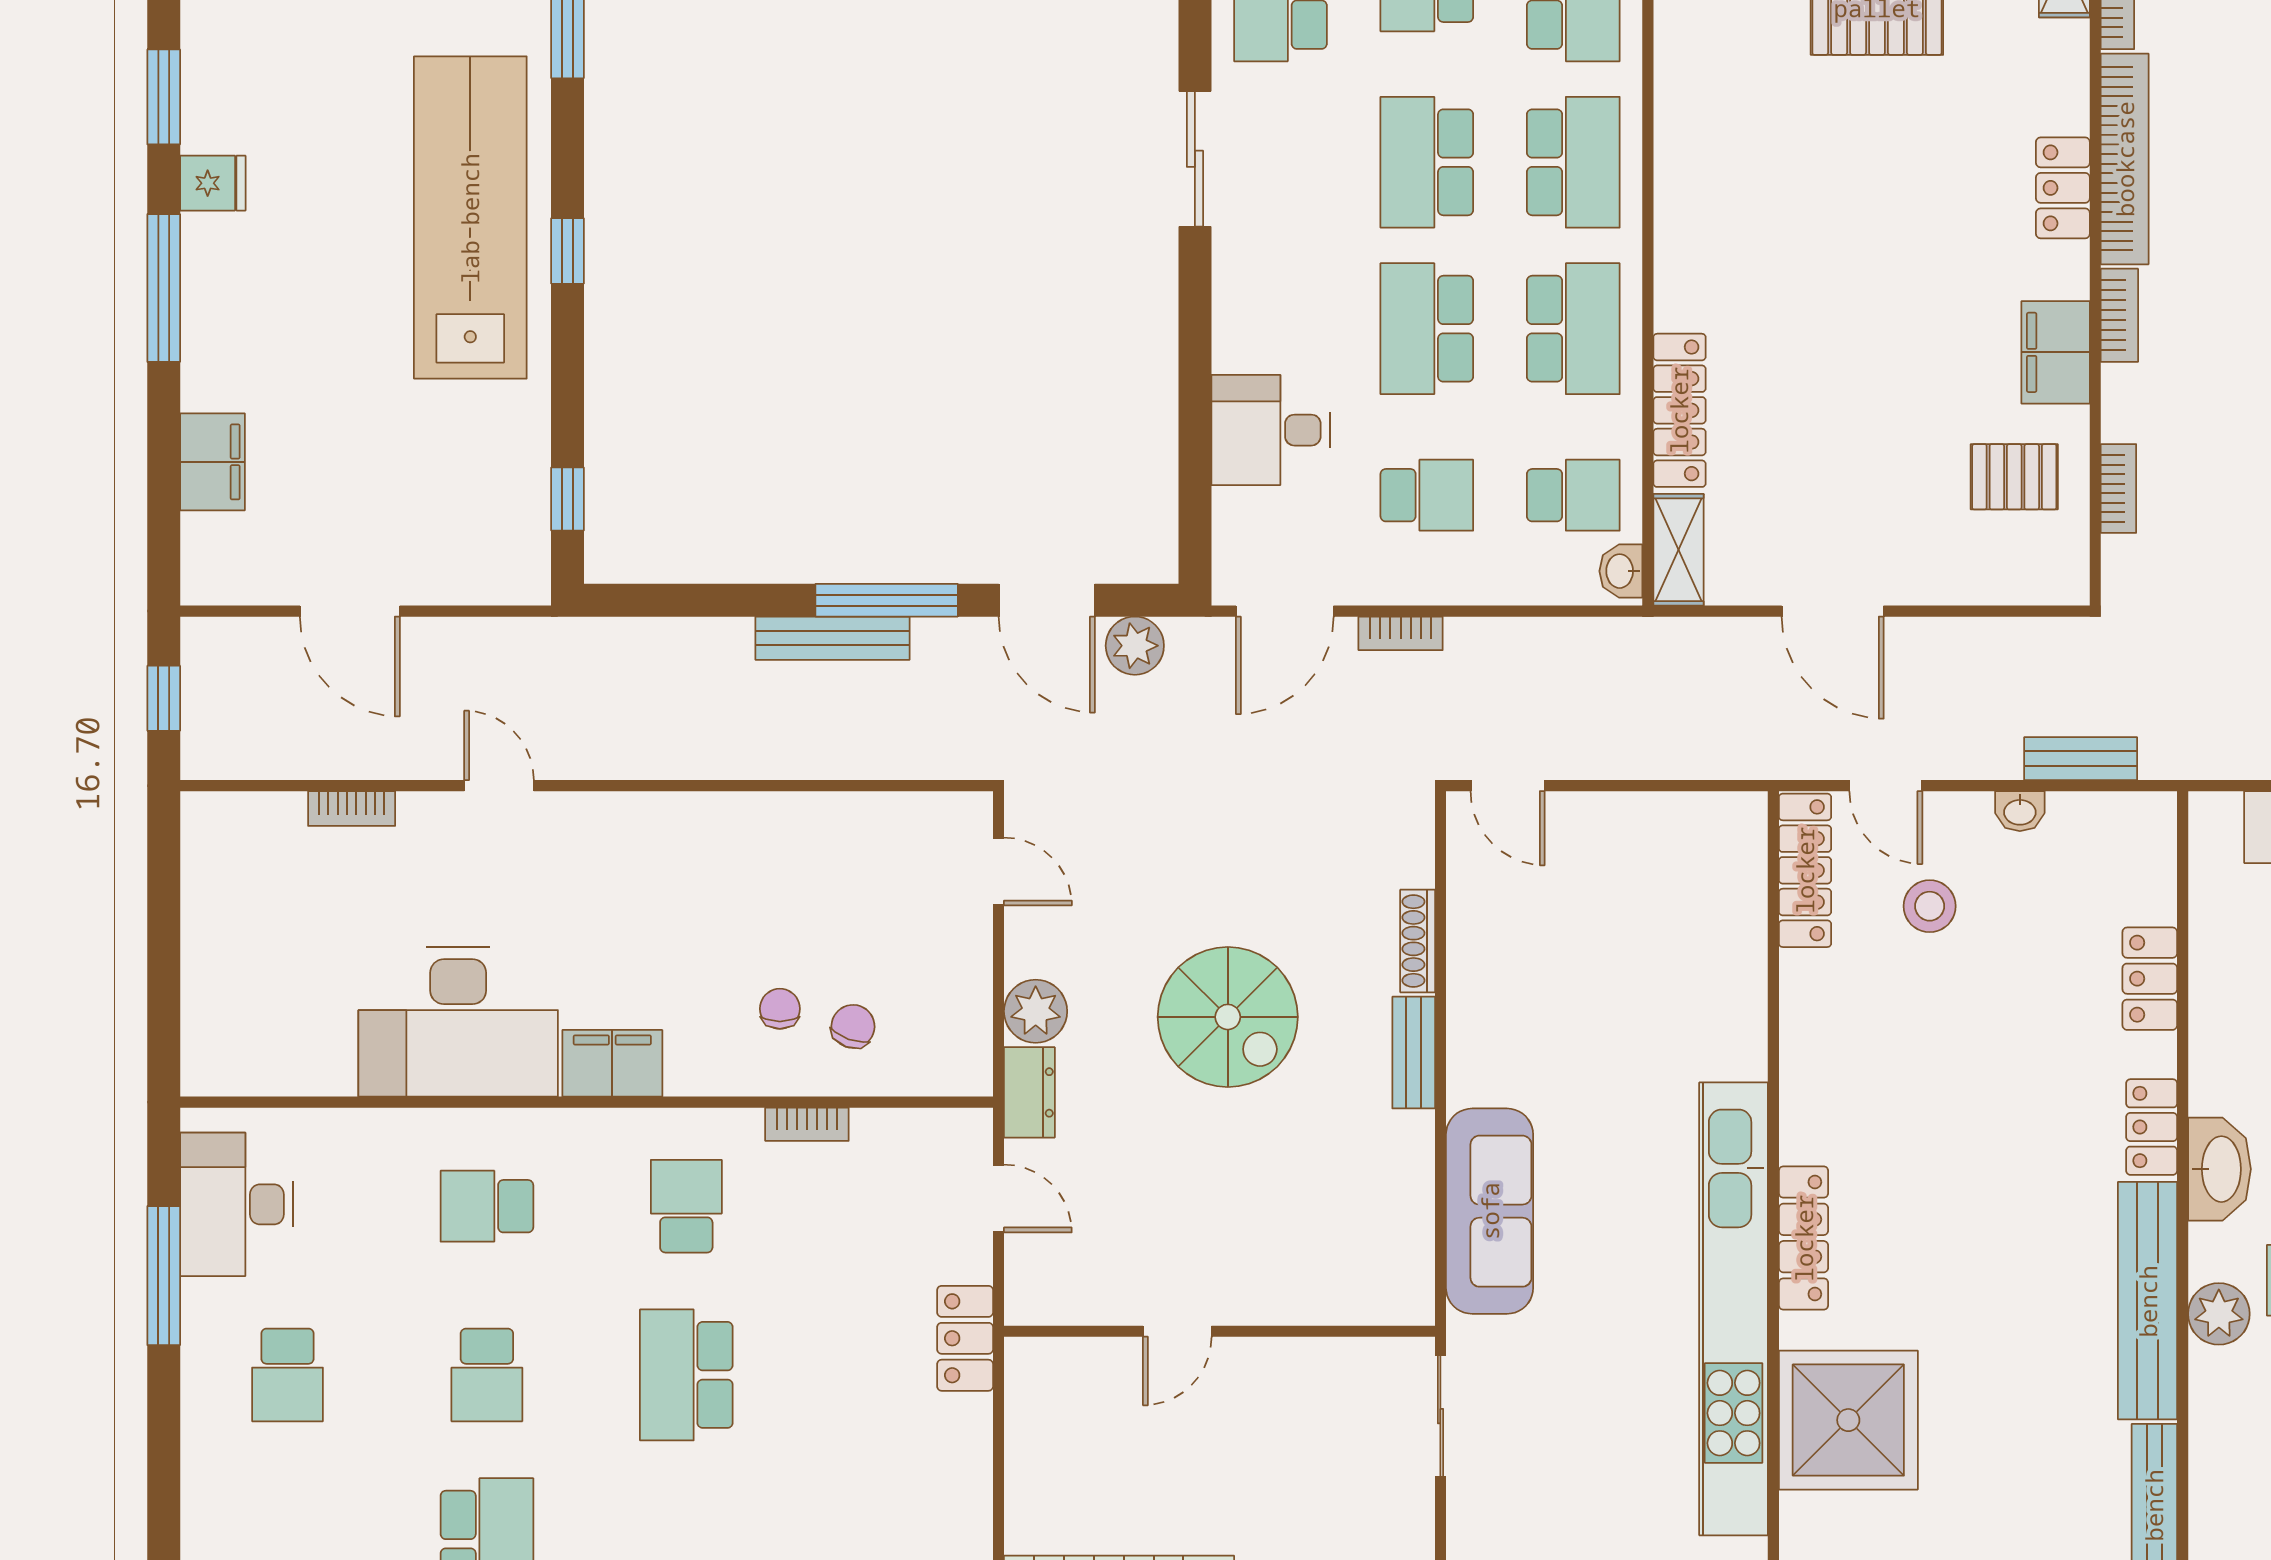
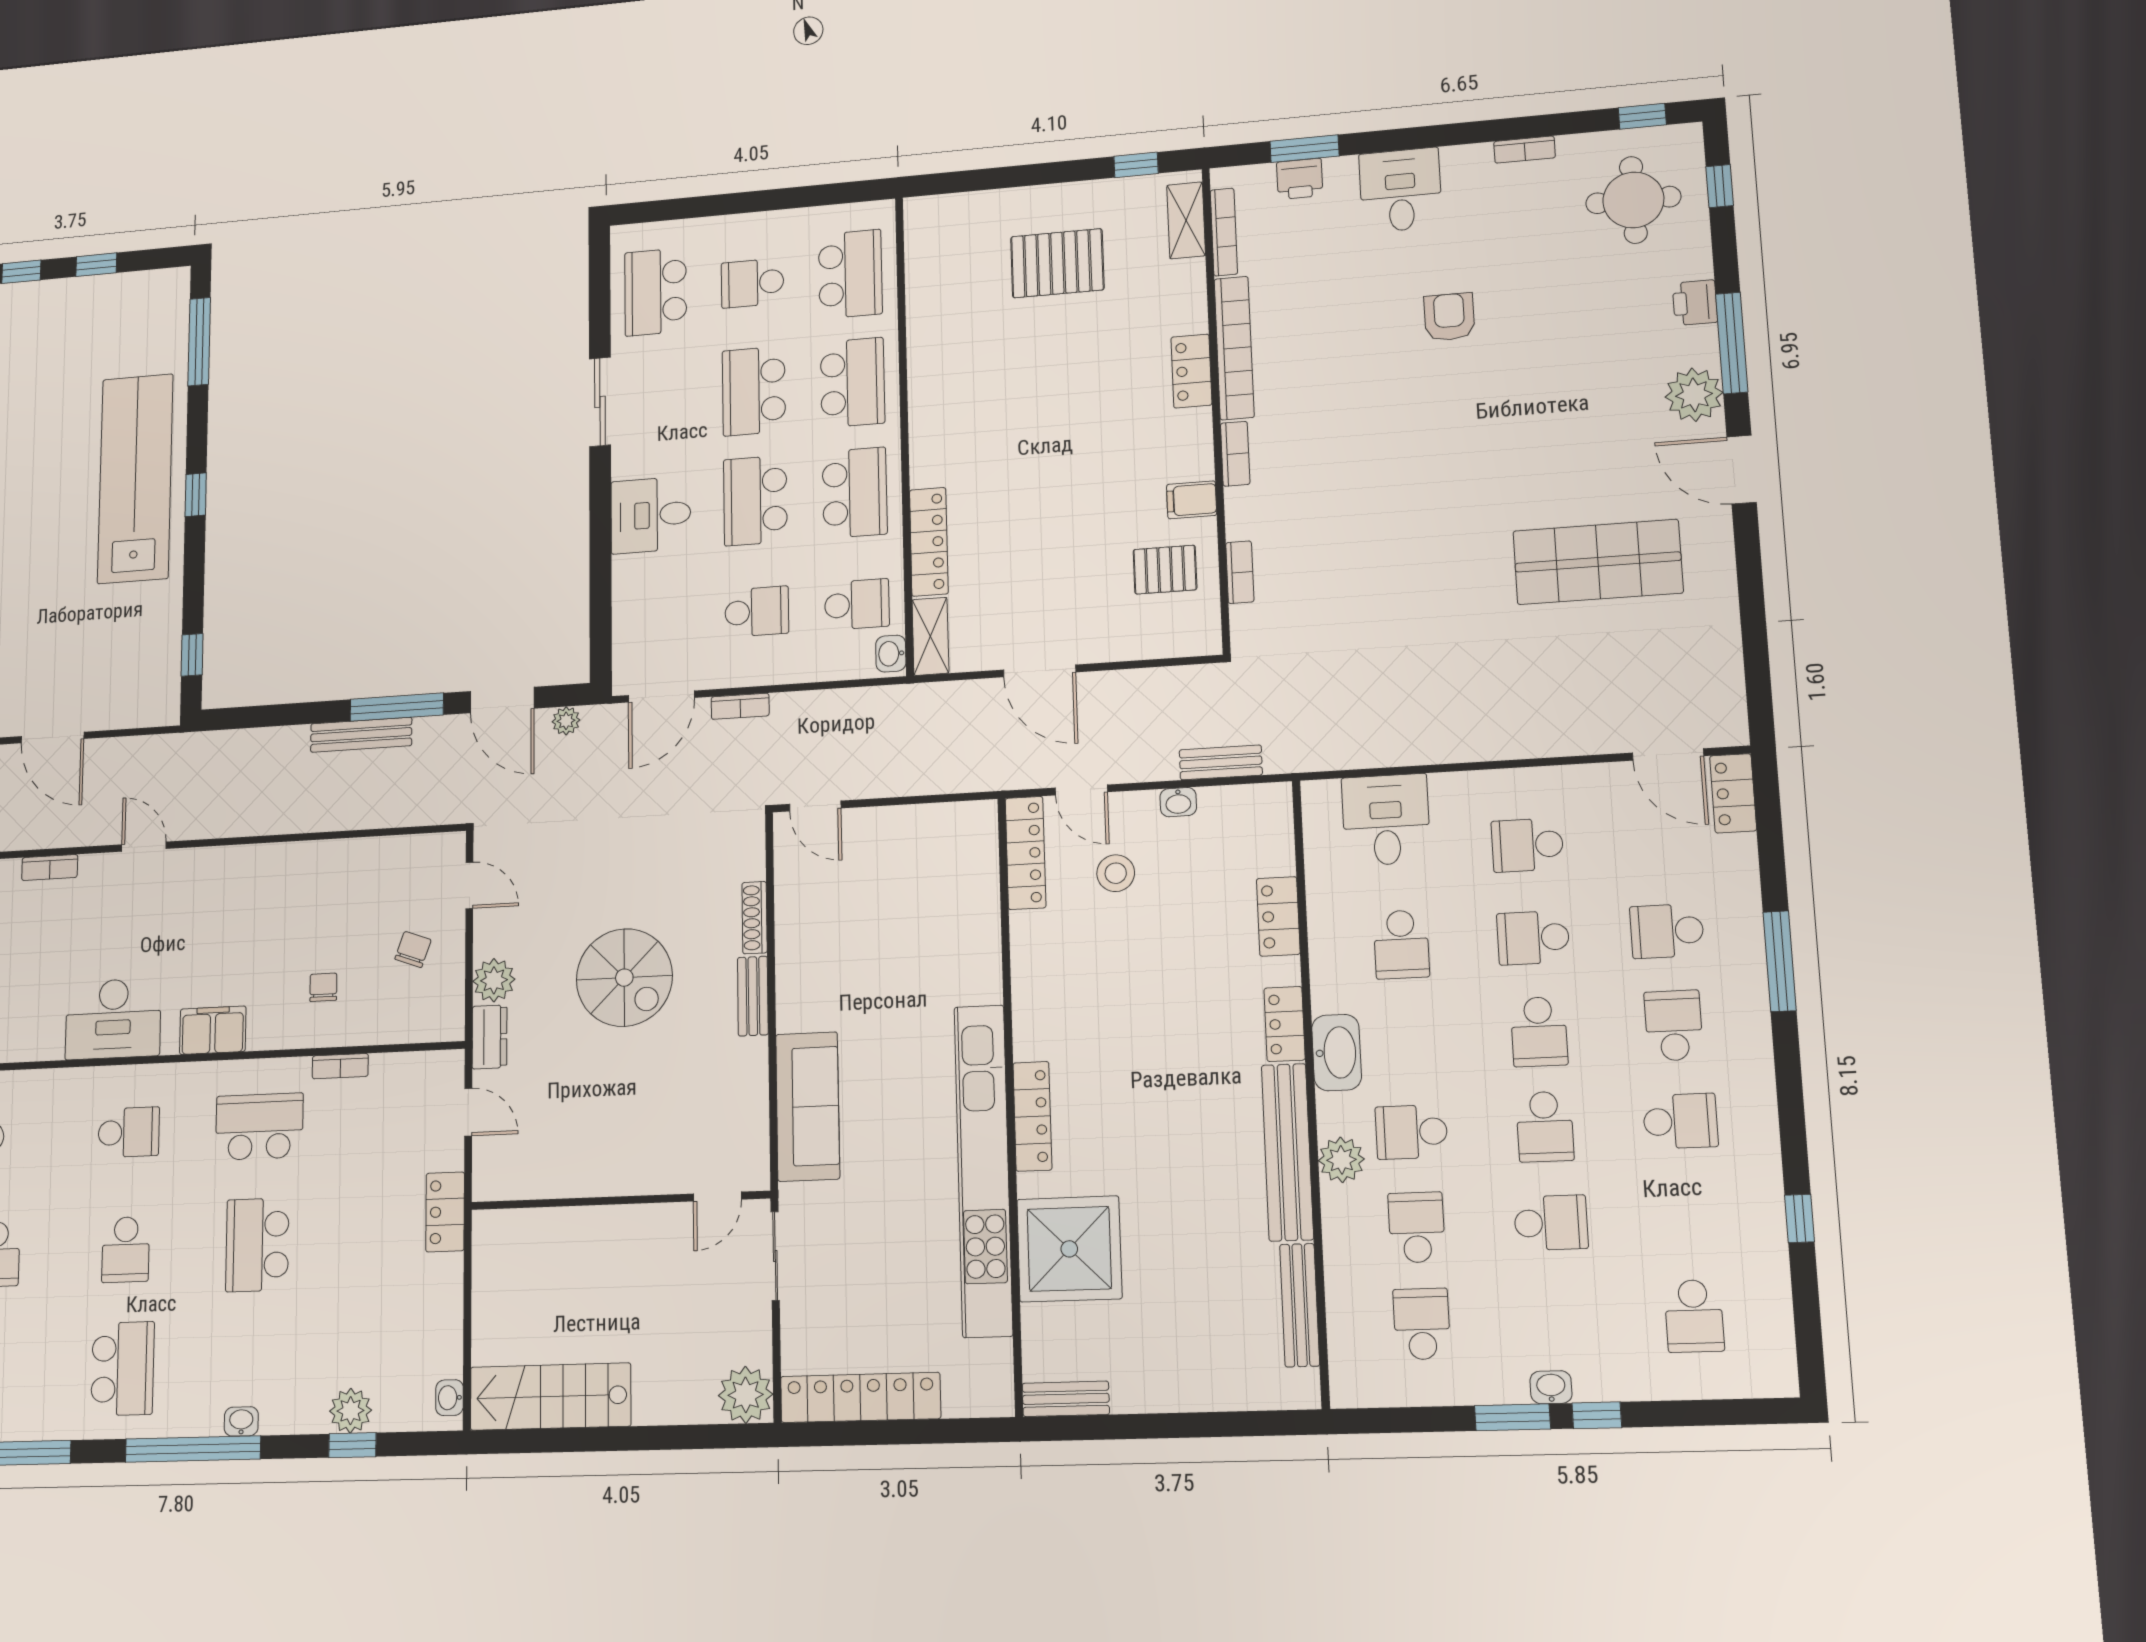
filing cabinet: (2056, 352) -> (1192, 500), width x0.50
desk: (1271, 430) -> (651, 515), moved
plant: (1135, 646) -> (566, 721), width x0.73, depth x0.73
desk: (458, 1022) -> (113, 1019), width x0.73, depth x0.77
chair: (853, 1026) -> (413, 949), moved
school desk: (487, 1206) -> (129, 1132), turned 180
school desk: (686, 1206) -> (259, 1127), width x1.85
door: (1177, 1331) -> (717, 1197), moved

